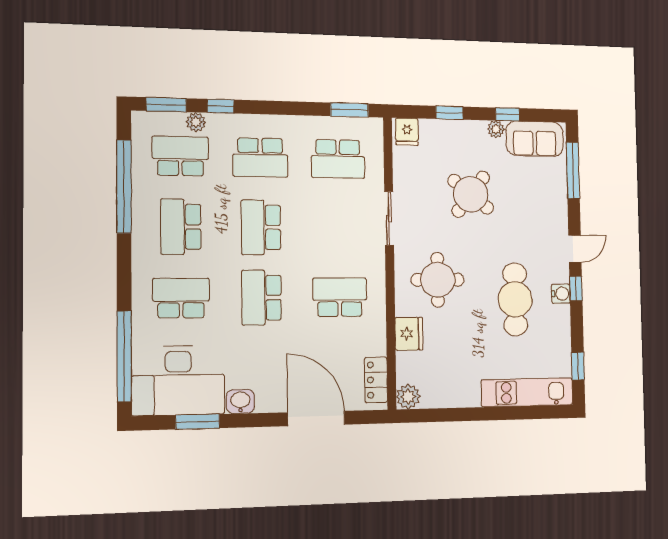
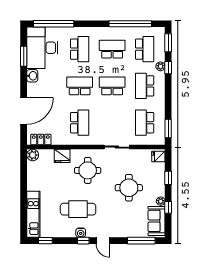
plant: (196, 122) -> (160, 66), moved
round table: (471, 194) -> (129, 188), turned -38

